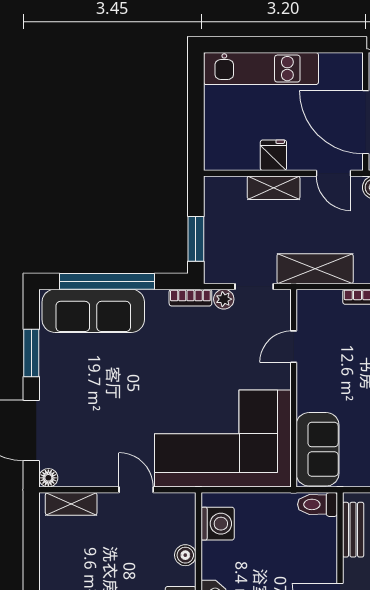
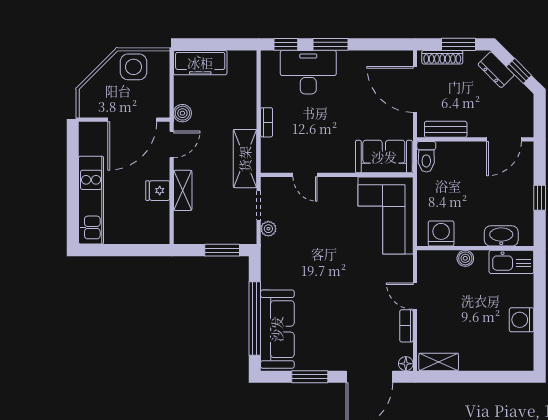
bookcase: (190, 298) -> (406, 326), moved, turned 180
corner sofa: (223, 439) -> (386, 215), width x0.73, depth x0.74
door: (136, 490) -> (415, 296), hinge flipped
shelving: (71, 504) -> (439, 362), moved, turned 90

